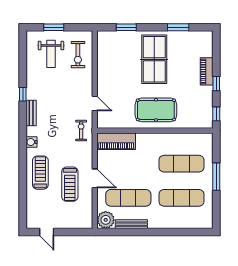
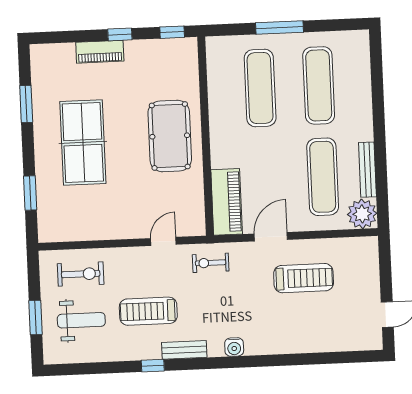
table tennis table: (154, 59) -> (83, 143), turned 90
treadmill: (40, 173) -> (148, 311), moved
door: (95, 178) -> (271, 237), moved

